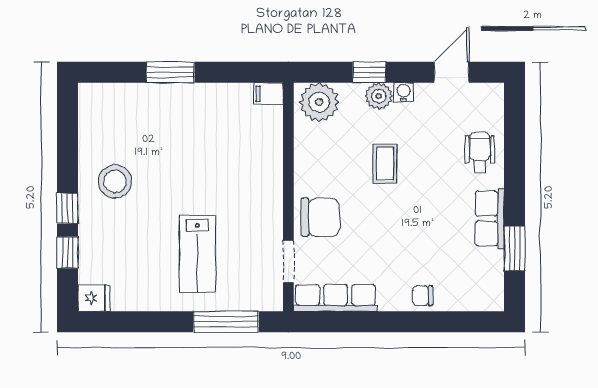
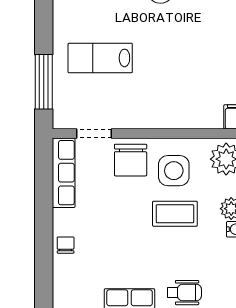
coffee table: (385, 164) -> (175, 214), width x1.36, depth x1.30
side table: (333, 165) -> (174, 171), added

